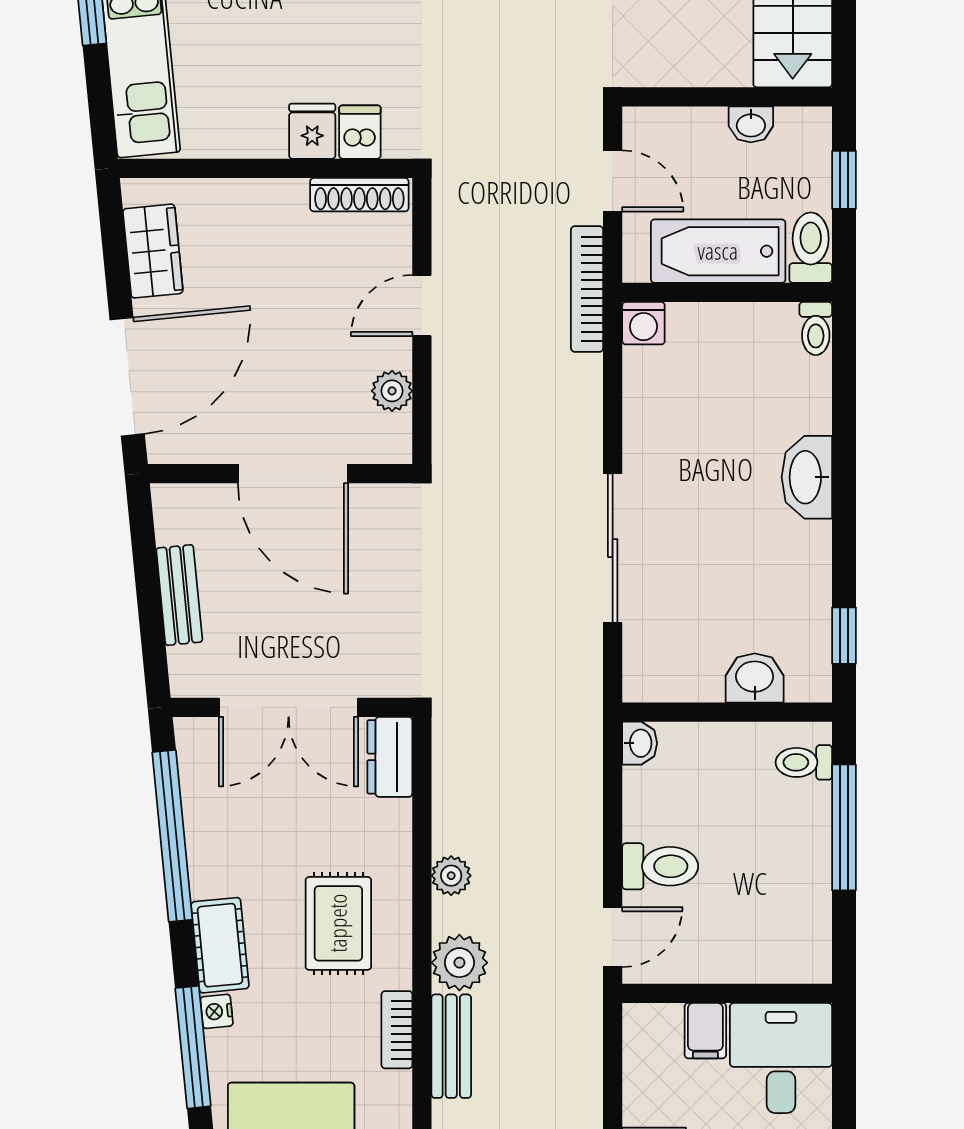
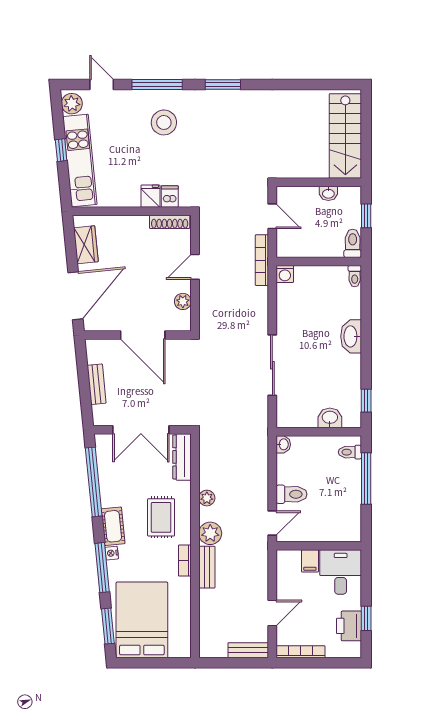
bathtub: (718, 251) -> (315, 245), removed
dresser: (390, 757) -> (182, 457), width x1.44

